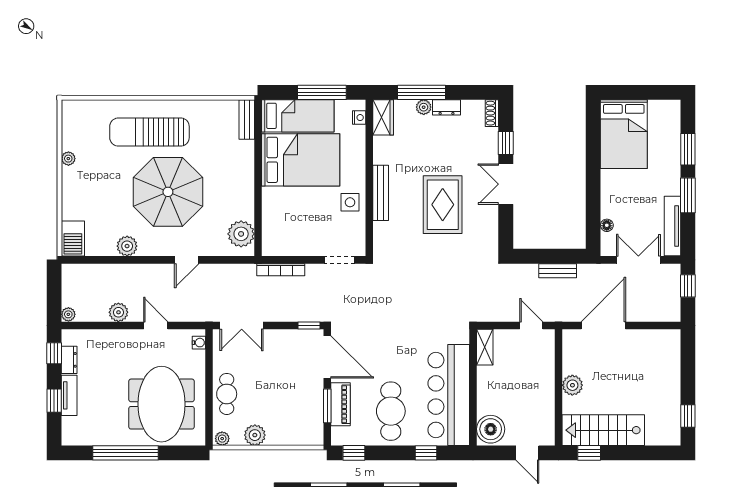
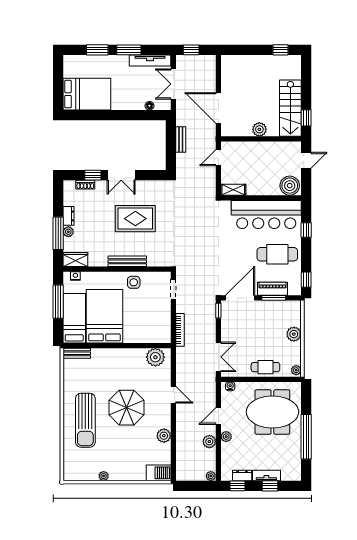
shoe rack: (492, 113) -> (85, 185), moved
parasol: (168, 192) -> (127, 408), width x0.73, depth x0.73
plant: (126, 337) -> (226, 437), added
plant: (255, 435) -> (294, 334), moved

